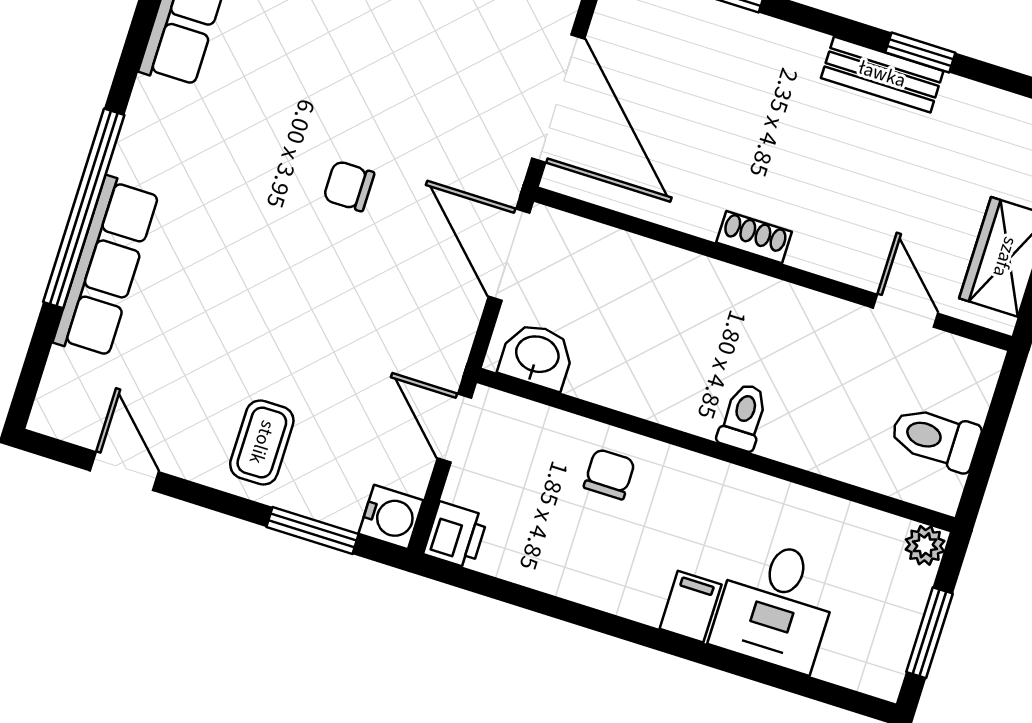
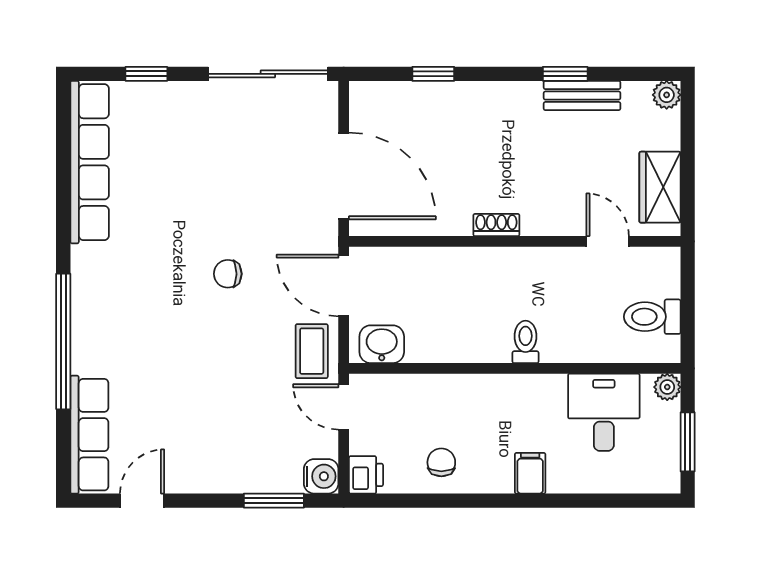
bench: (882, 74) -> (582, 96), moved
row of seats: (106, 267) -> (89, 435), moved
coffee table: (262, 442) -> (312, 351), moved
door: (124, 471) -> (142, 501), hinge flipped
chair: (609, 474) -> (441, 462), moved
desk: (776, 605) -> (604, 412), moved, turned 180

